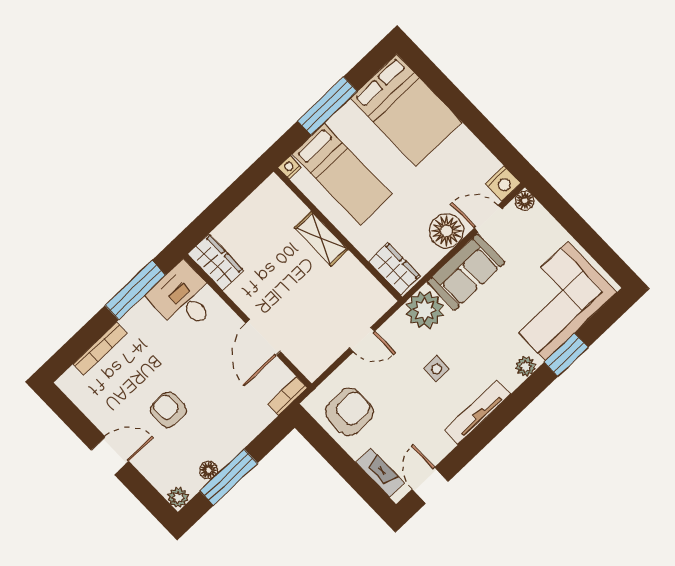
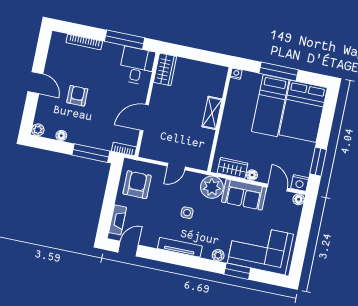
window: (491, 137) -> (318, 162), added
bed: (342, 174) -> (270, 106), moved
floor lamp: (446, 231) -> (252, 175), width x0.53, depth x0.53
wardrobe: (394, 269) -> (233, 168), moved, turned -90
door: (362, 340) -> (176, 167), hinge flipped
armchair: (350, 412) -> (137, 185), turned -90
window: (229, 477) -> (91, 153), moved

